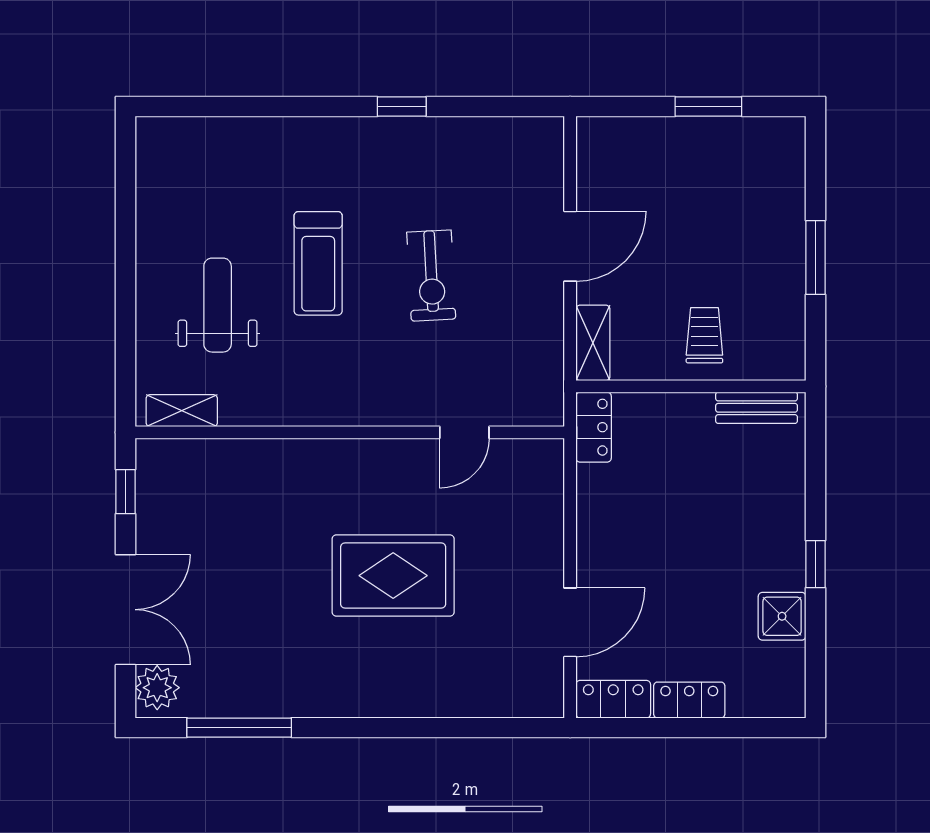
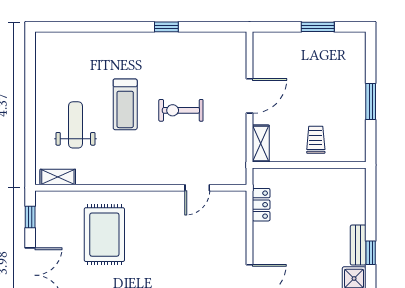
exercise bike: (431, 276) -> (181, 110), turned 93
bench: (757, 408) -> (358, 245), moved, turned 90
locker: (594, 427) -> (261, 205), moved
rug: (393, 576) -> (104, 235), moved, turned 90

